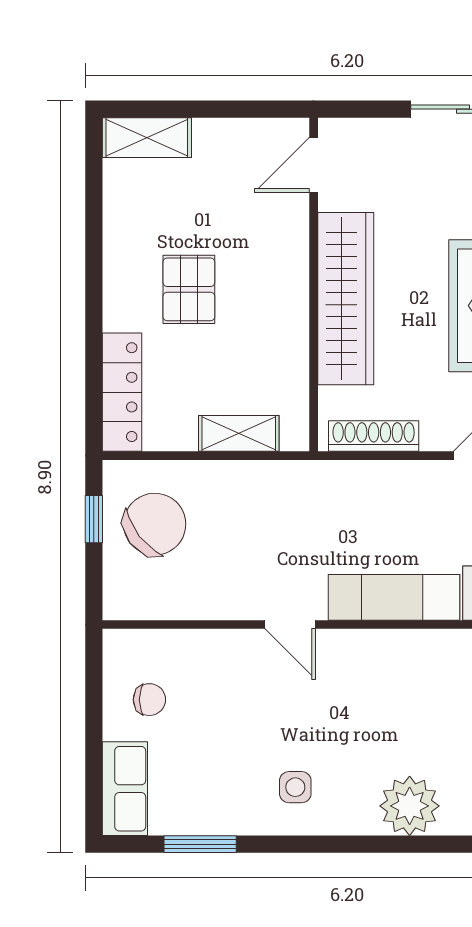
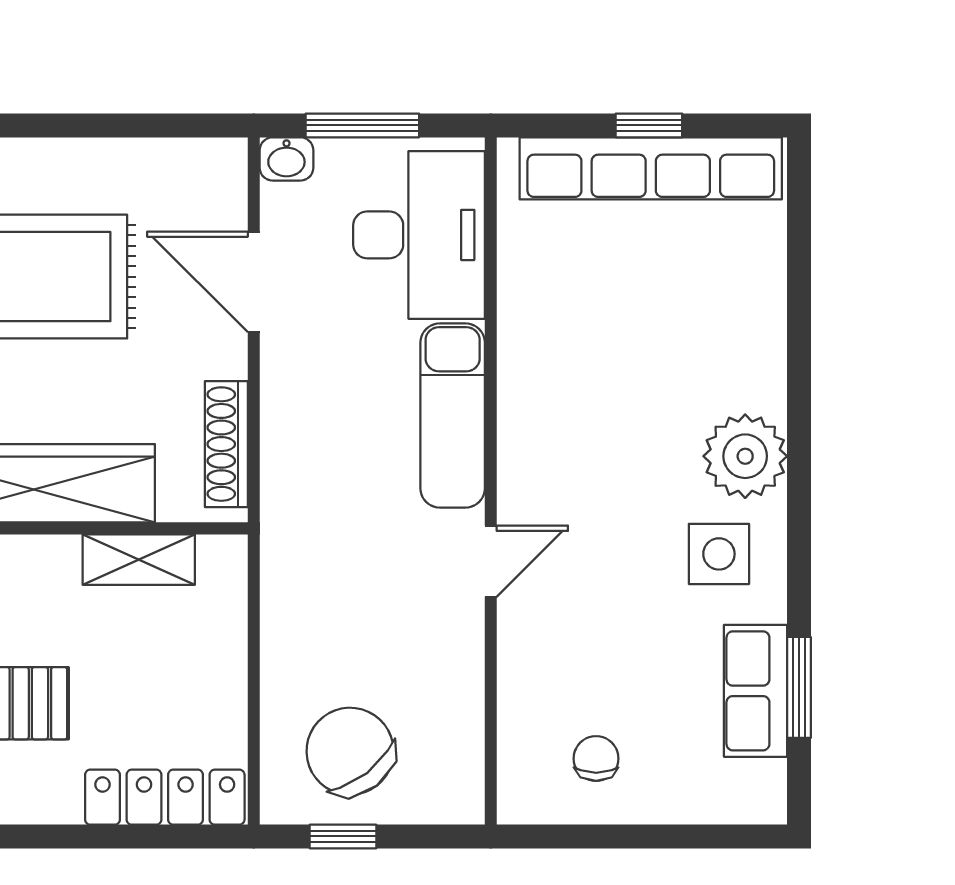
shelving: (239, 433) -> (139, 560), moved, turned 90
side table: (295, 787) -> (719, 554), width x1.37, depth x1.37
row of seats: (125, 789) -> (756, 691), moved, turned -90
plant: (410, 806) -> (745, 456), moved

